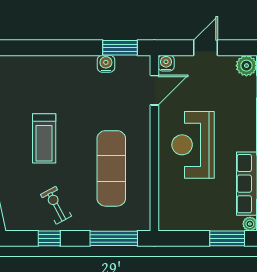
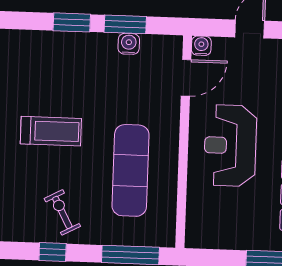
window: (58, 48) -> (72, 22), added
window: (120, 48) -> (125, 24), moved
treadmill: (44, 138) -> (51, 131), turned -90

